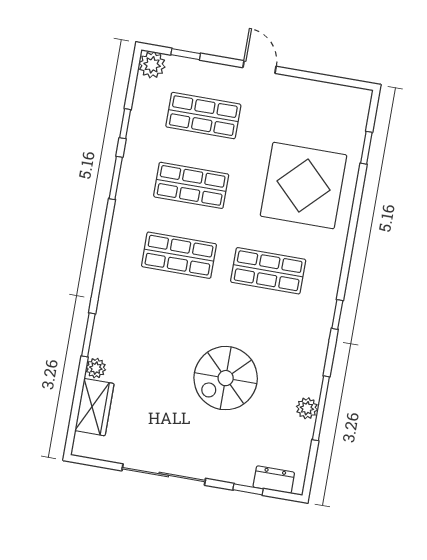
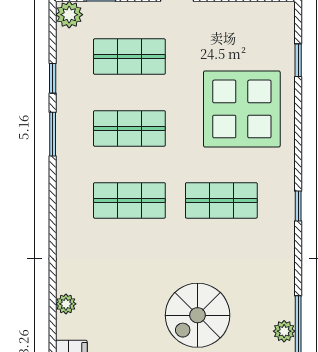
window: (337, 314) -> (298, 206), moved
window: (88, 335) -> (53, 296), removed
plant: (96, 368) -> (66, 304), moved

